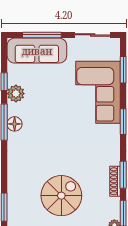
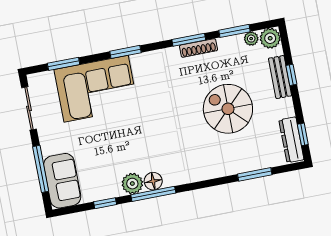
sofa: (37, 51) -> (62, 181), width x0.73
plant: (16, 94) -> (132, 184), moved

